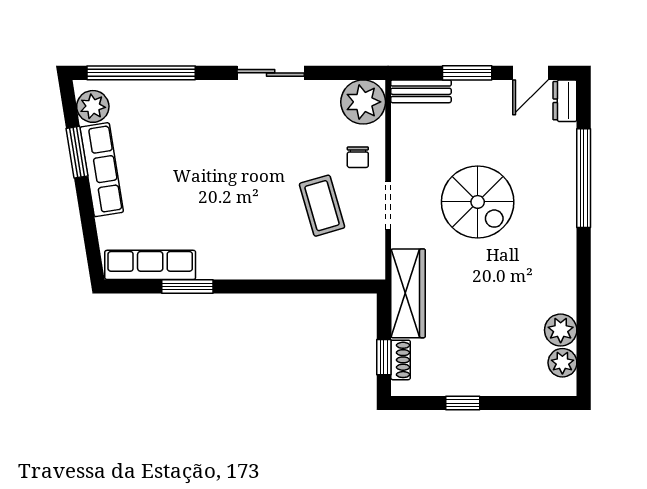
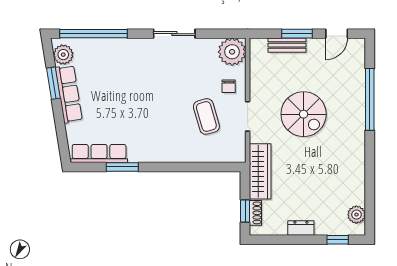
bench: (421, 91) -> (287, 45), moved
dresser: (565, 101) -> (301, 228), moved, turned 90
plant: (561, 330) -> (355, 194), removed
window: (463, 403) -> (338, 240), moved

